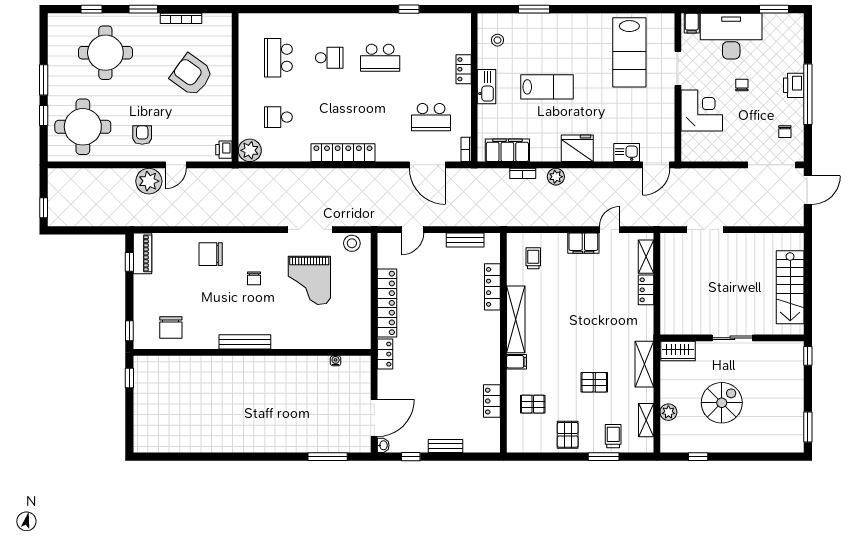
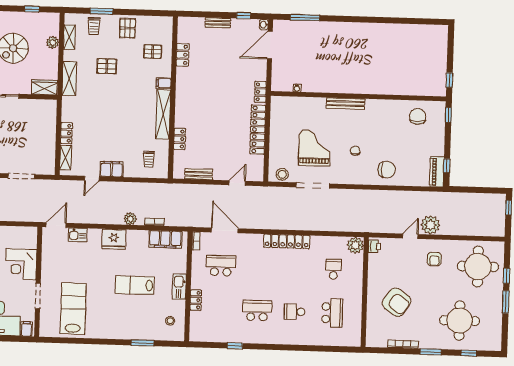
school desk: (278, 117) -> (334, 269), turned -90
locker: (492, 287) -> (180, 139), width x0.66
bench: (245, 342) -> (346, 104), moved

